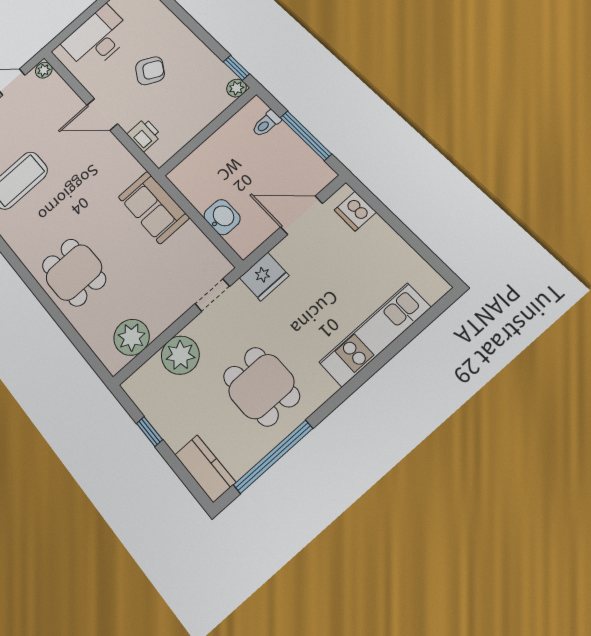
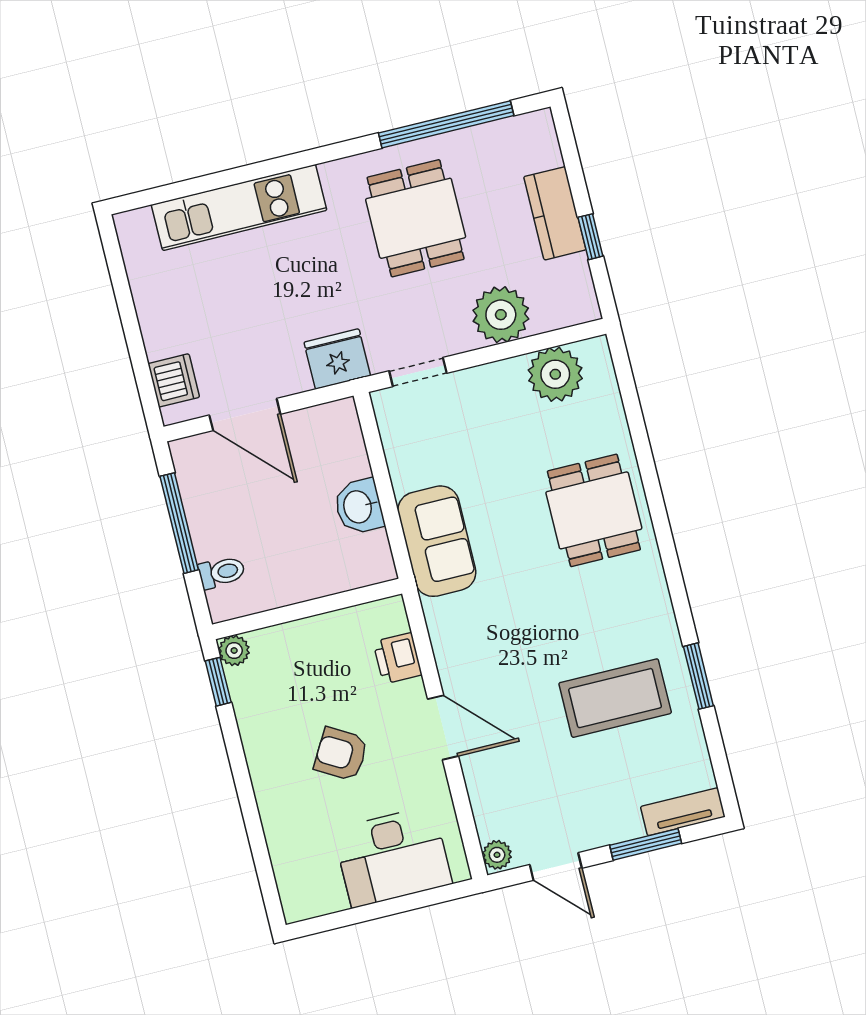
washbasin: (222, 217) -> (359, 507), moved
kitchen counter: (205, 469) -> (555, 213), moved

